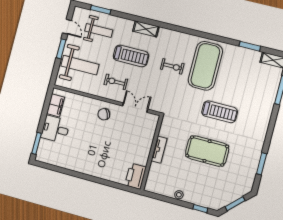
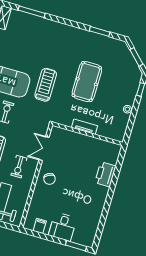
filing cabinet: (56, 105) -> (40, 226), width x0.50
treadmill: (220, 112) -> (46, 85), moved
printer: (136, 176) -> (105, 174), moved, turned 90

